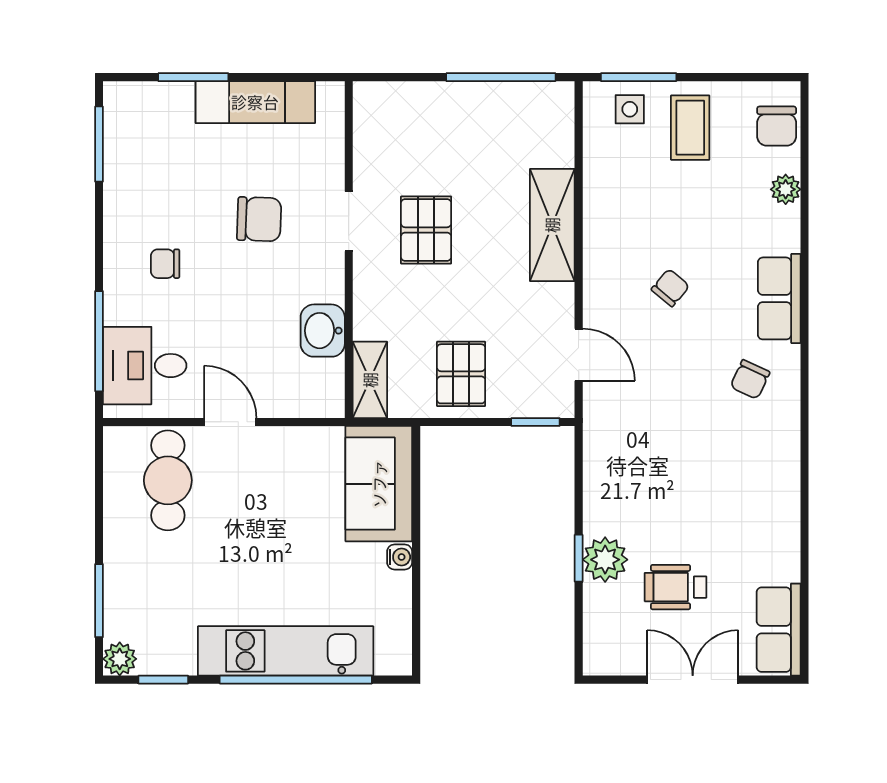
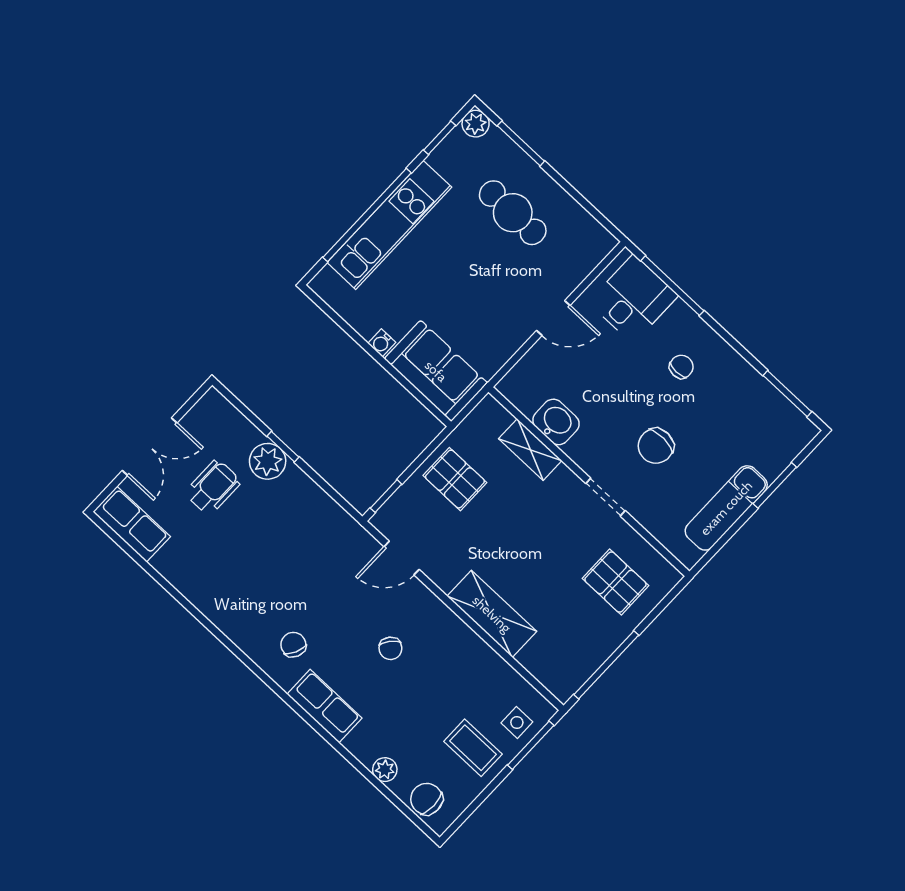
pallet: (426, 230) -> (615, 582), moved
shelving: (370, 380) -> (530, 450), moved
cafe table: (168, 480) -> (513, 213), moved

